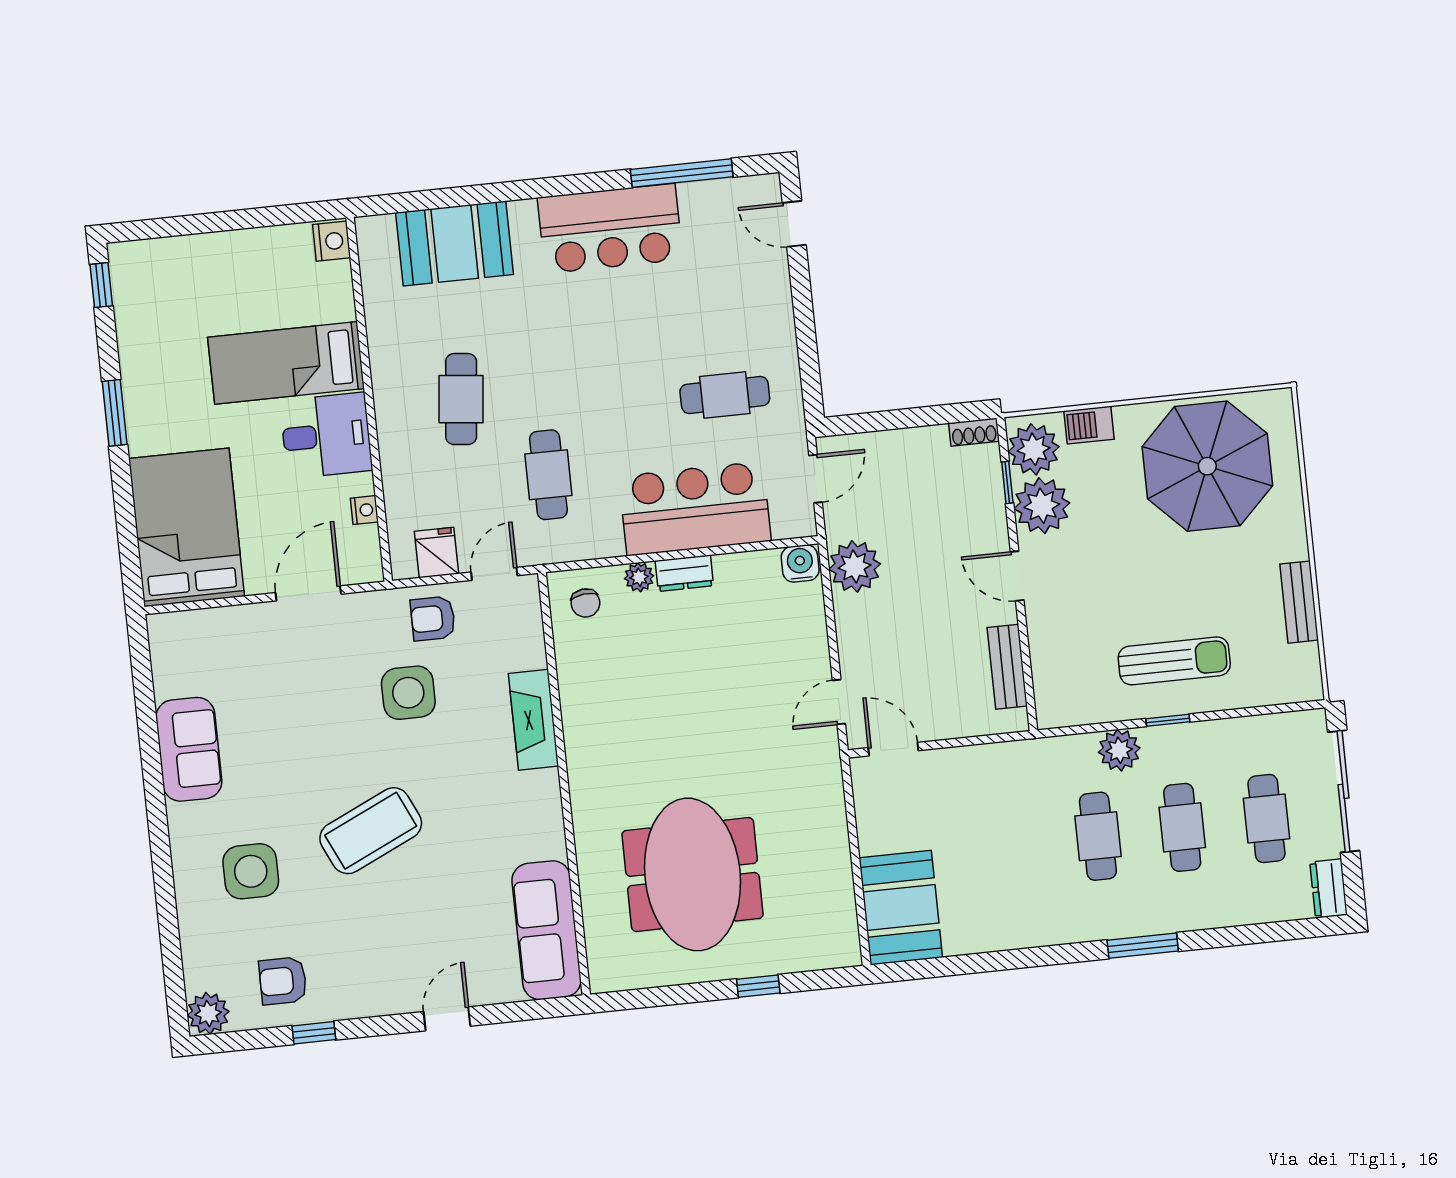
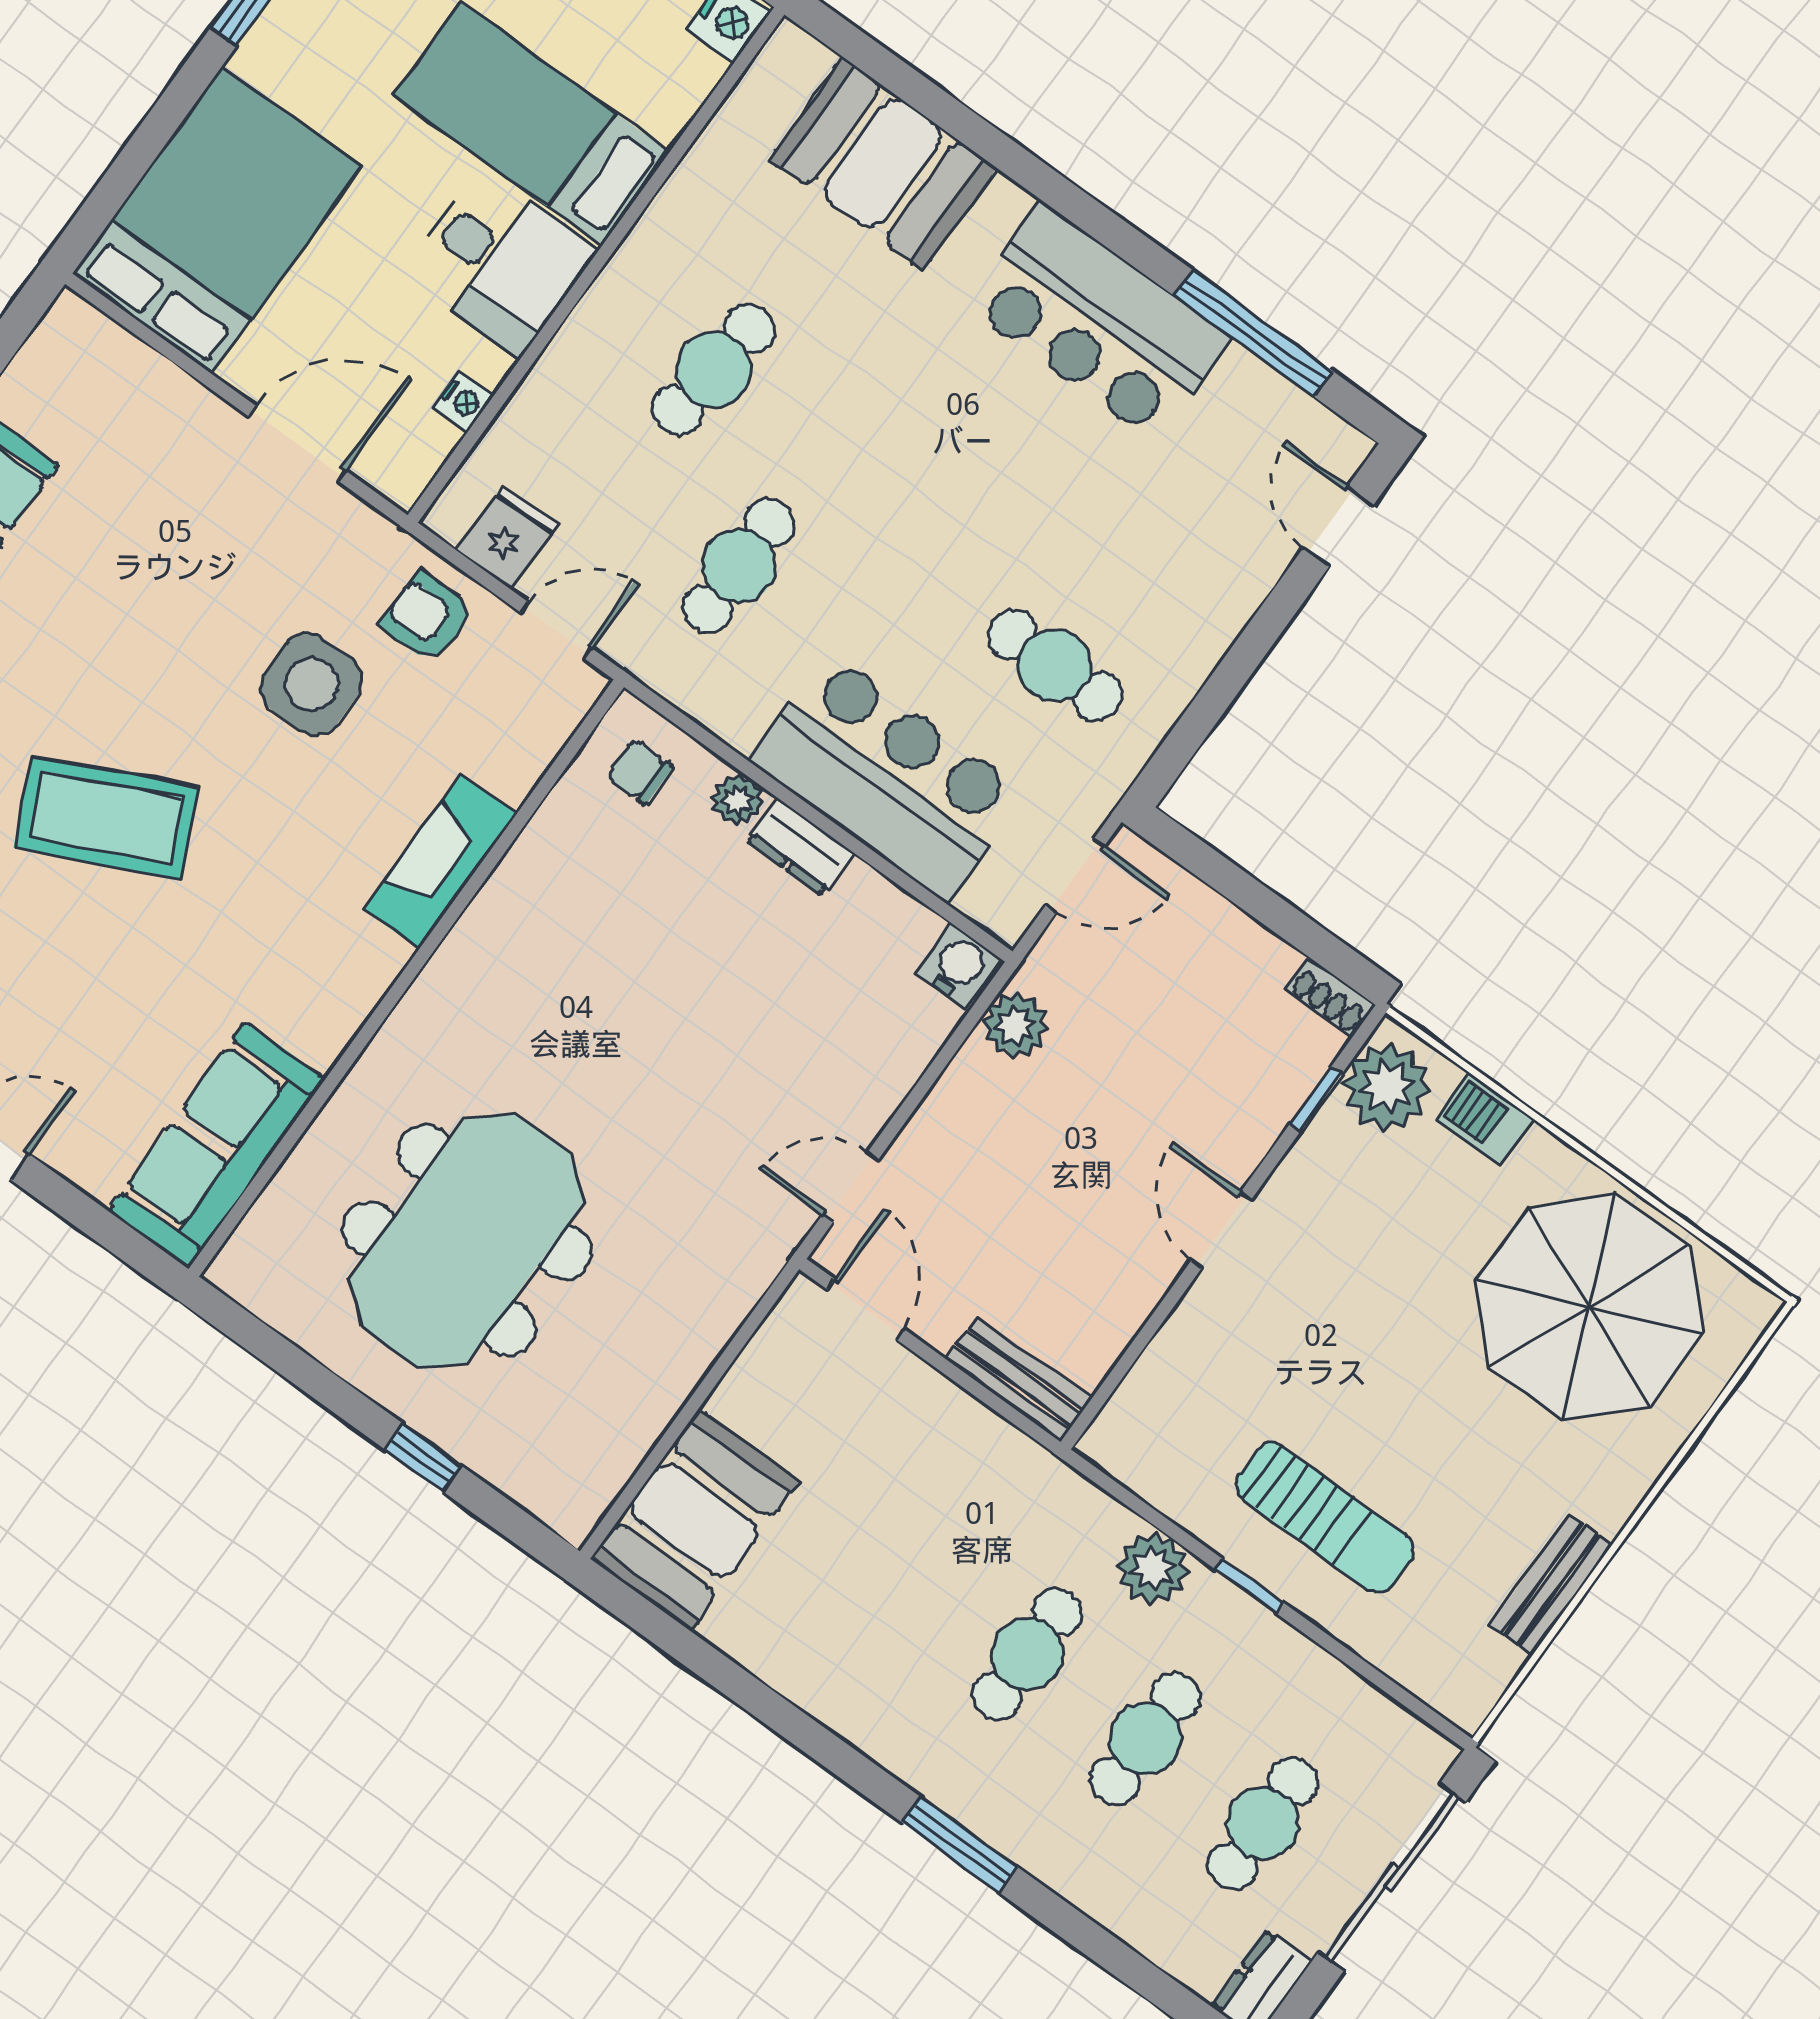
plant: (1042, 506) -> (1333, 1168), removed
plant: (855, 567) -> (1015, 1025), width x0.73, depth x0.73
chair: (585, 603) -> (640, 772), turned 96
bench: (1007, 667) -> (1019, 1379), moved, turned 90

